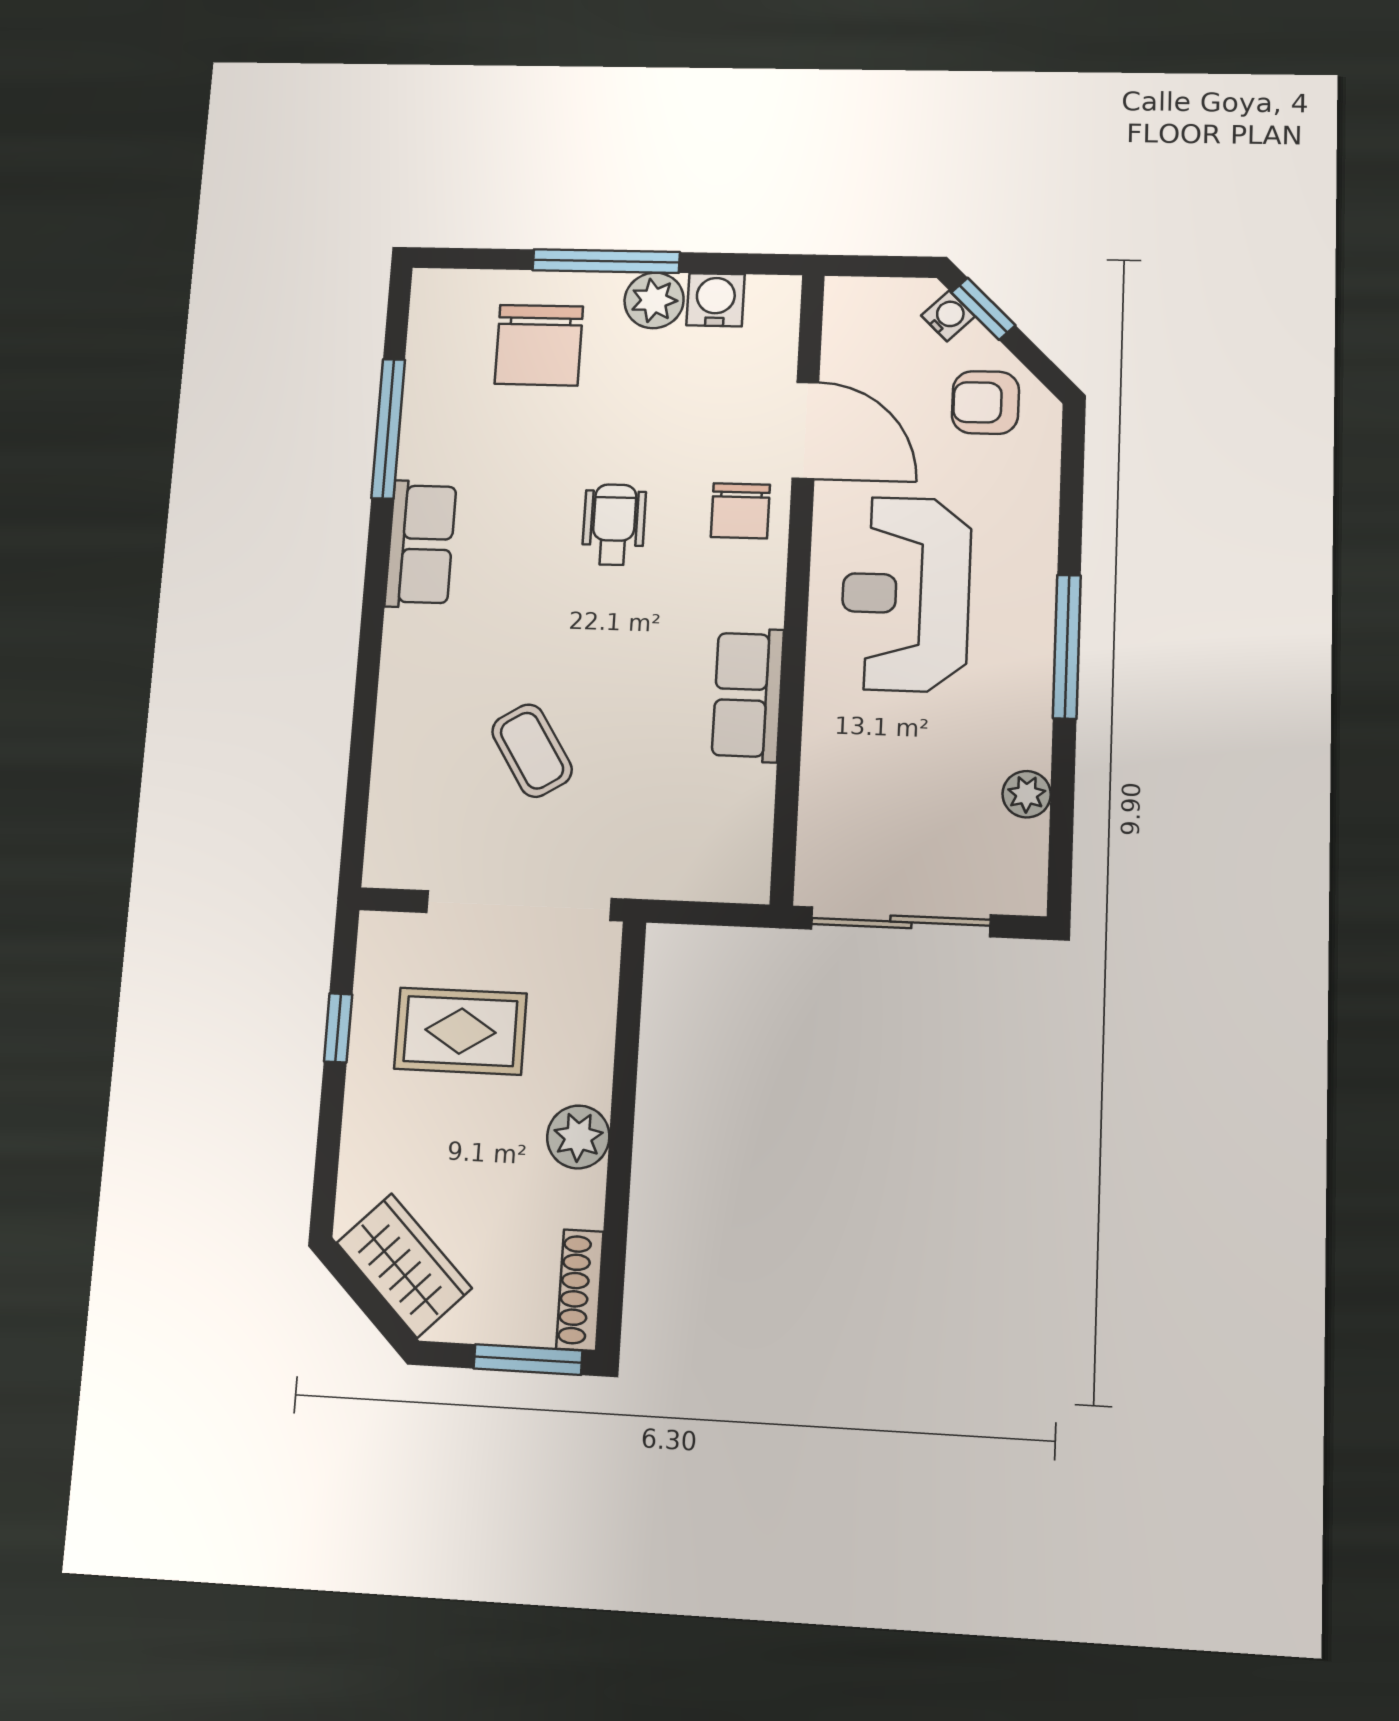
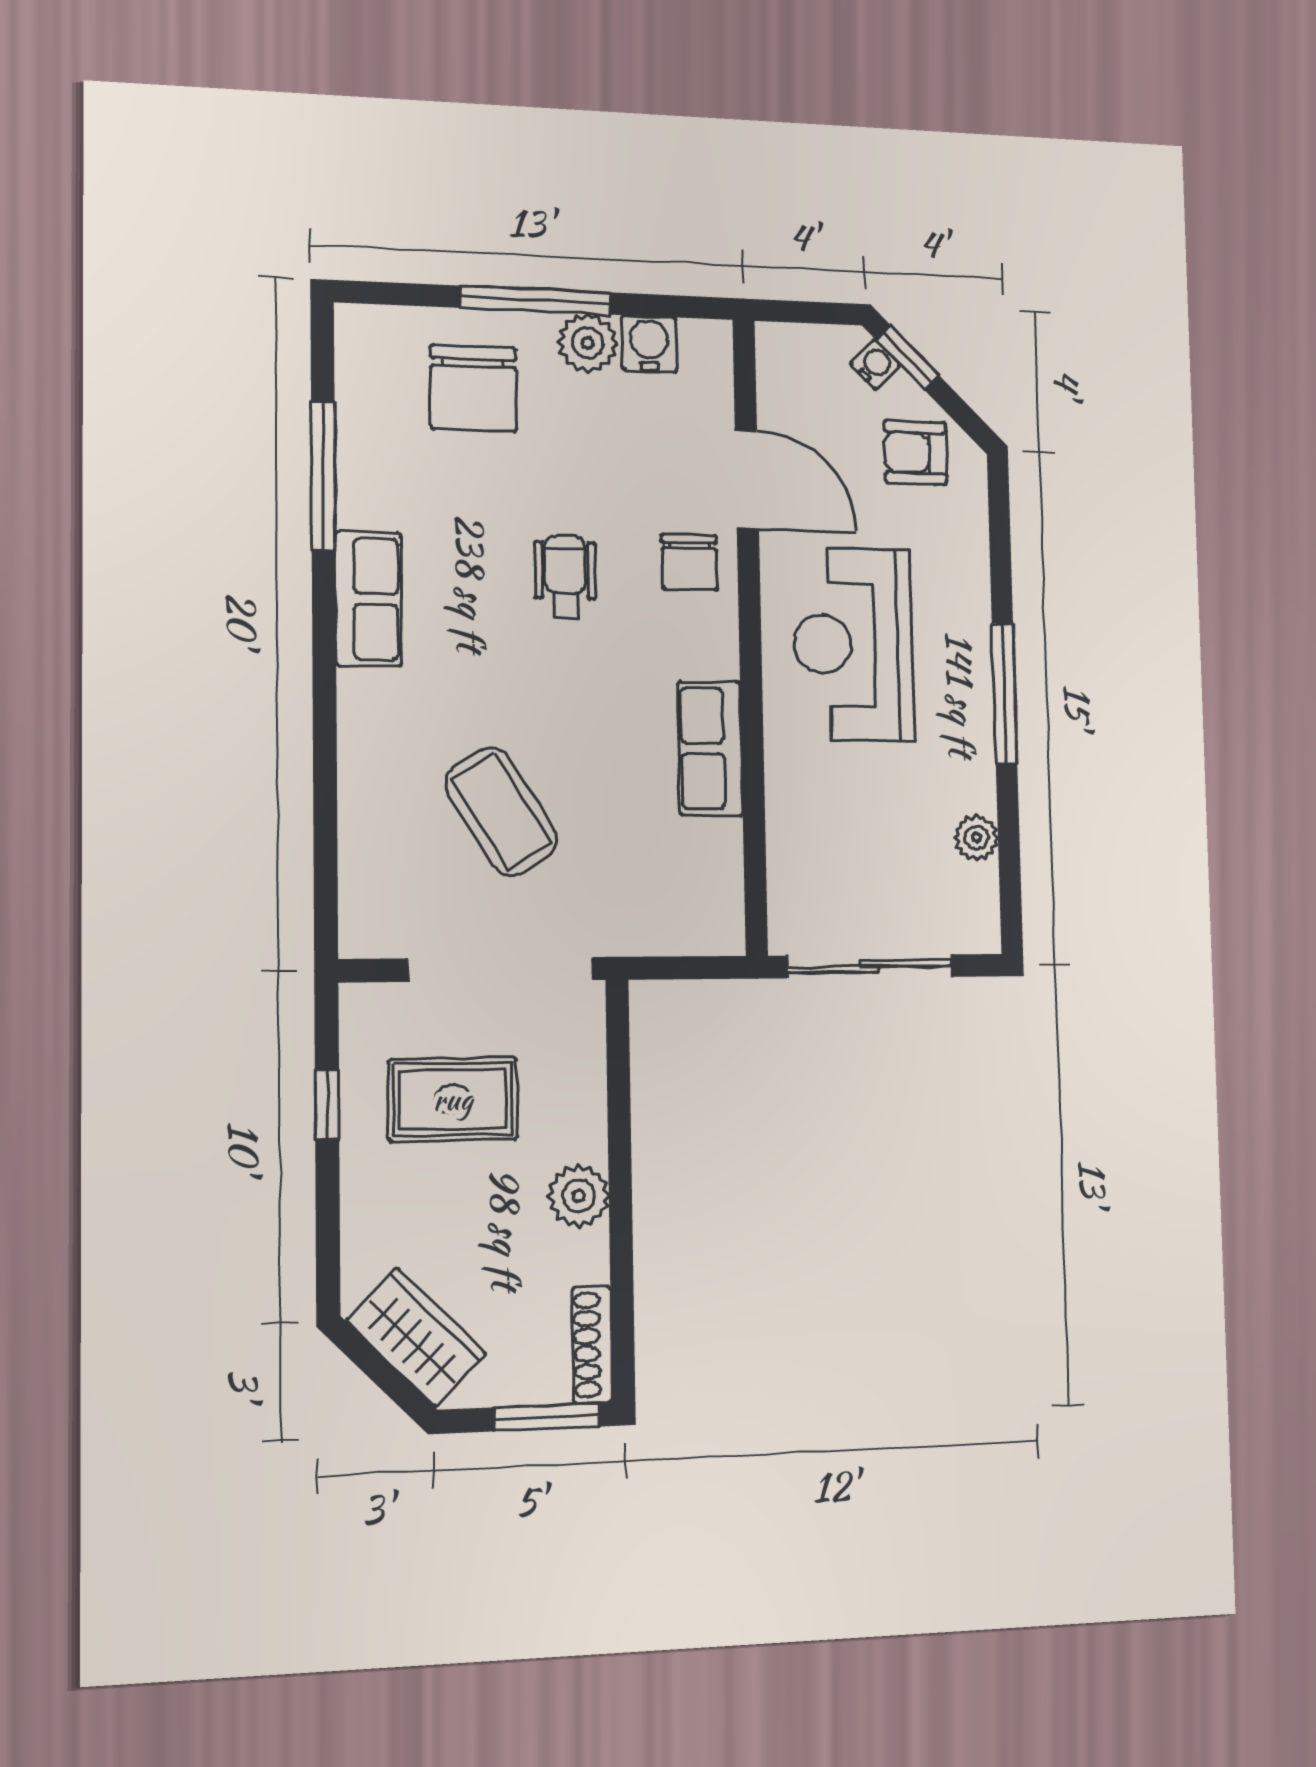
coffee table: (532, 751) -> (501, 811), width x1.36, depth x1.30

